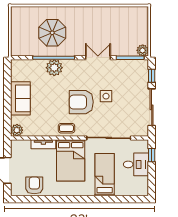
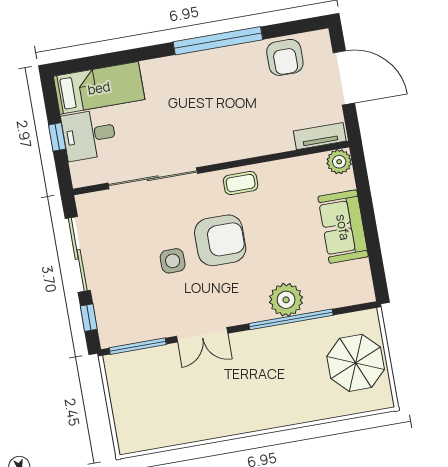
parasol: (52, 33) -> (356, 363), moved
plant: (143, 50) -> (116, 365), removed
tv unit: (43, 144) -> (320, 136), moved
window: (152, 155) -> (57, 137), moved
bed: (71, 160) -> (221, 120), removed
bed: (105, 175) -> (99, 88), moved, turned -90
window: (65, 199) -> (218, 41), added

